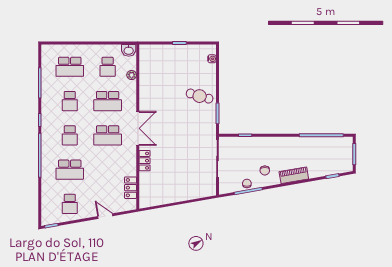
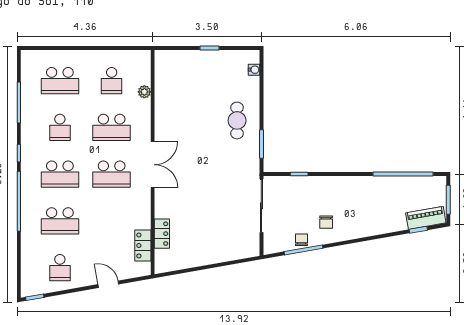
washbasin: (129, 50) -> (140, 58), removed
cafe table: (200, 96) -> (237, 120), turned 74
school desk: (70, 135) -> (60, 174), width x1.85
locker: (145, 161) -> (162, 234), moved
piano: (294, 175) -> (426, 218), moved

